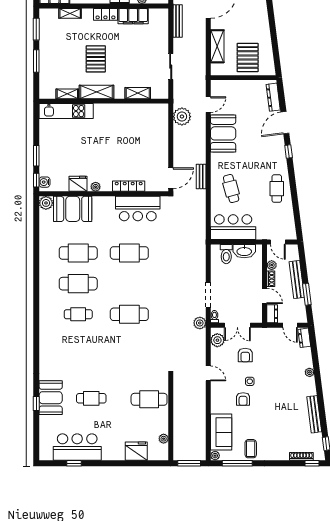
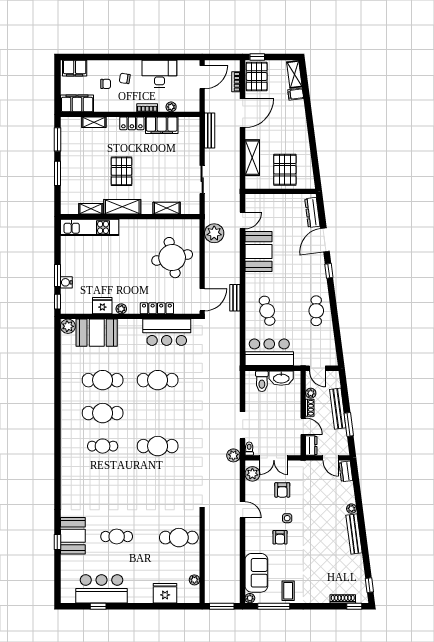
round table: (143, 139) -> (172, 258), added
water cooler: (45, 182) -> (66, 282), moved
bench: (314, 414) -> (354, 534), moved

